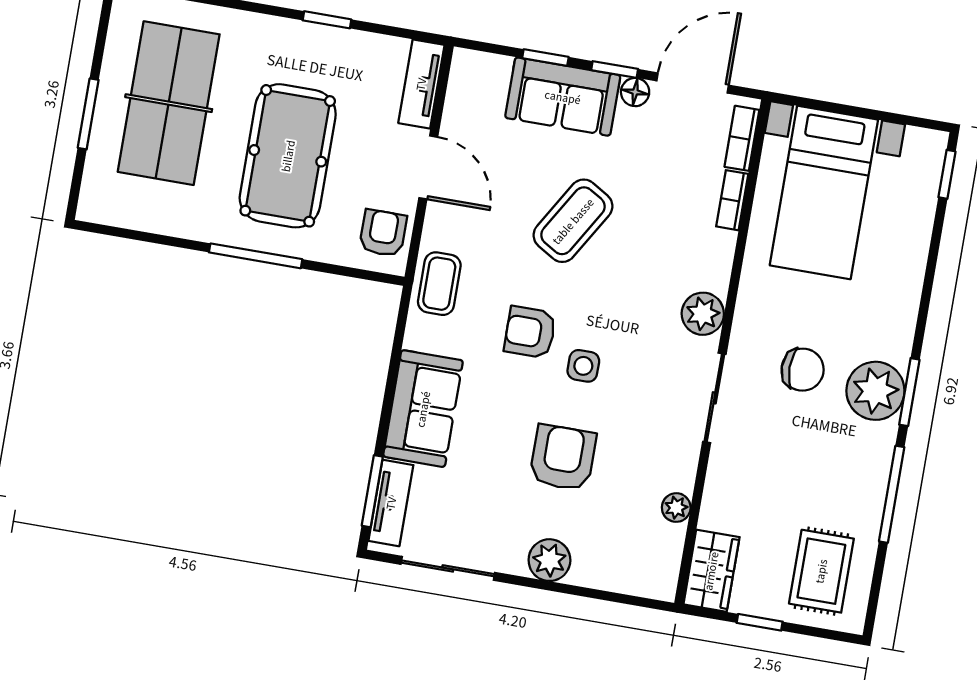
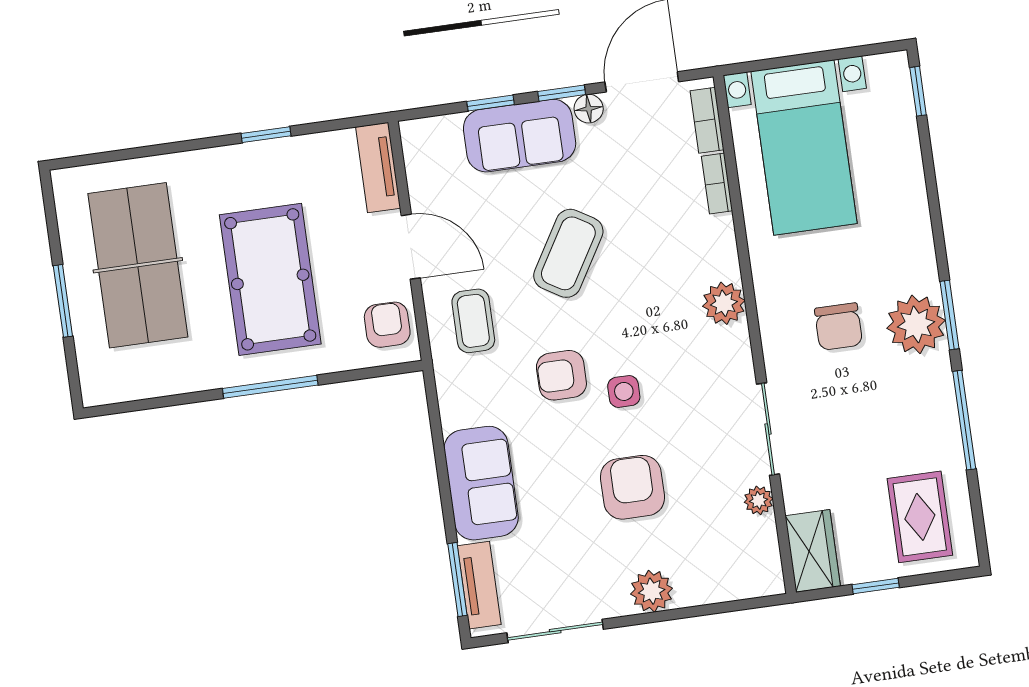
coffee table: (439, 284) -> (473, 321), moved
chair: (803, 370) -> (839, 327), turned 90
sliding door: (714, 398) -> (768, 429), moved

